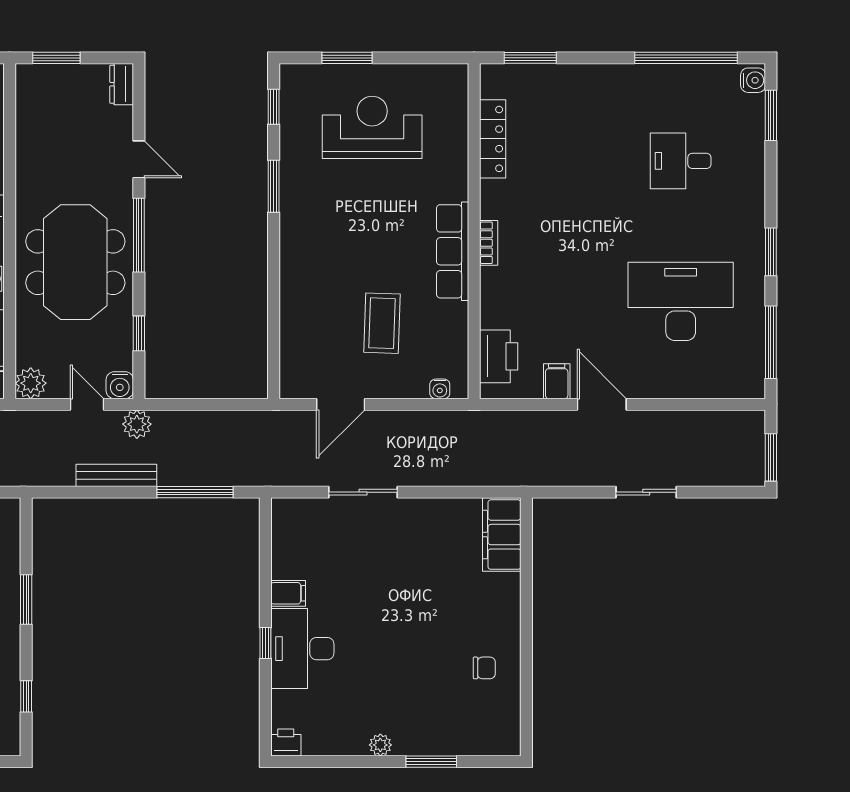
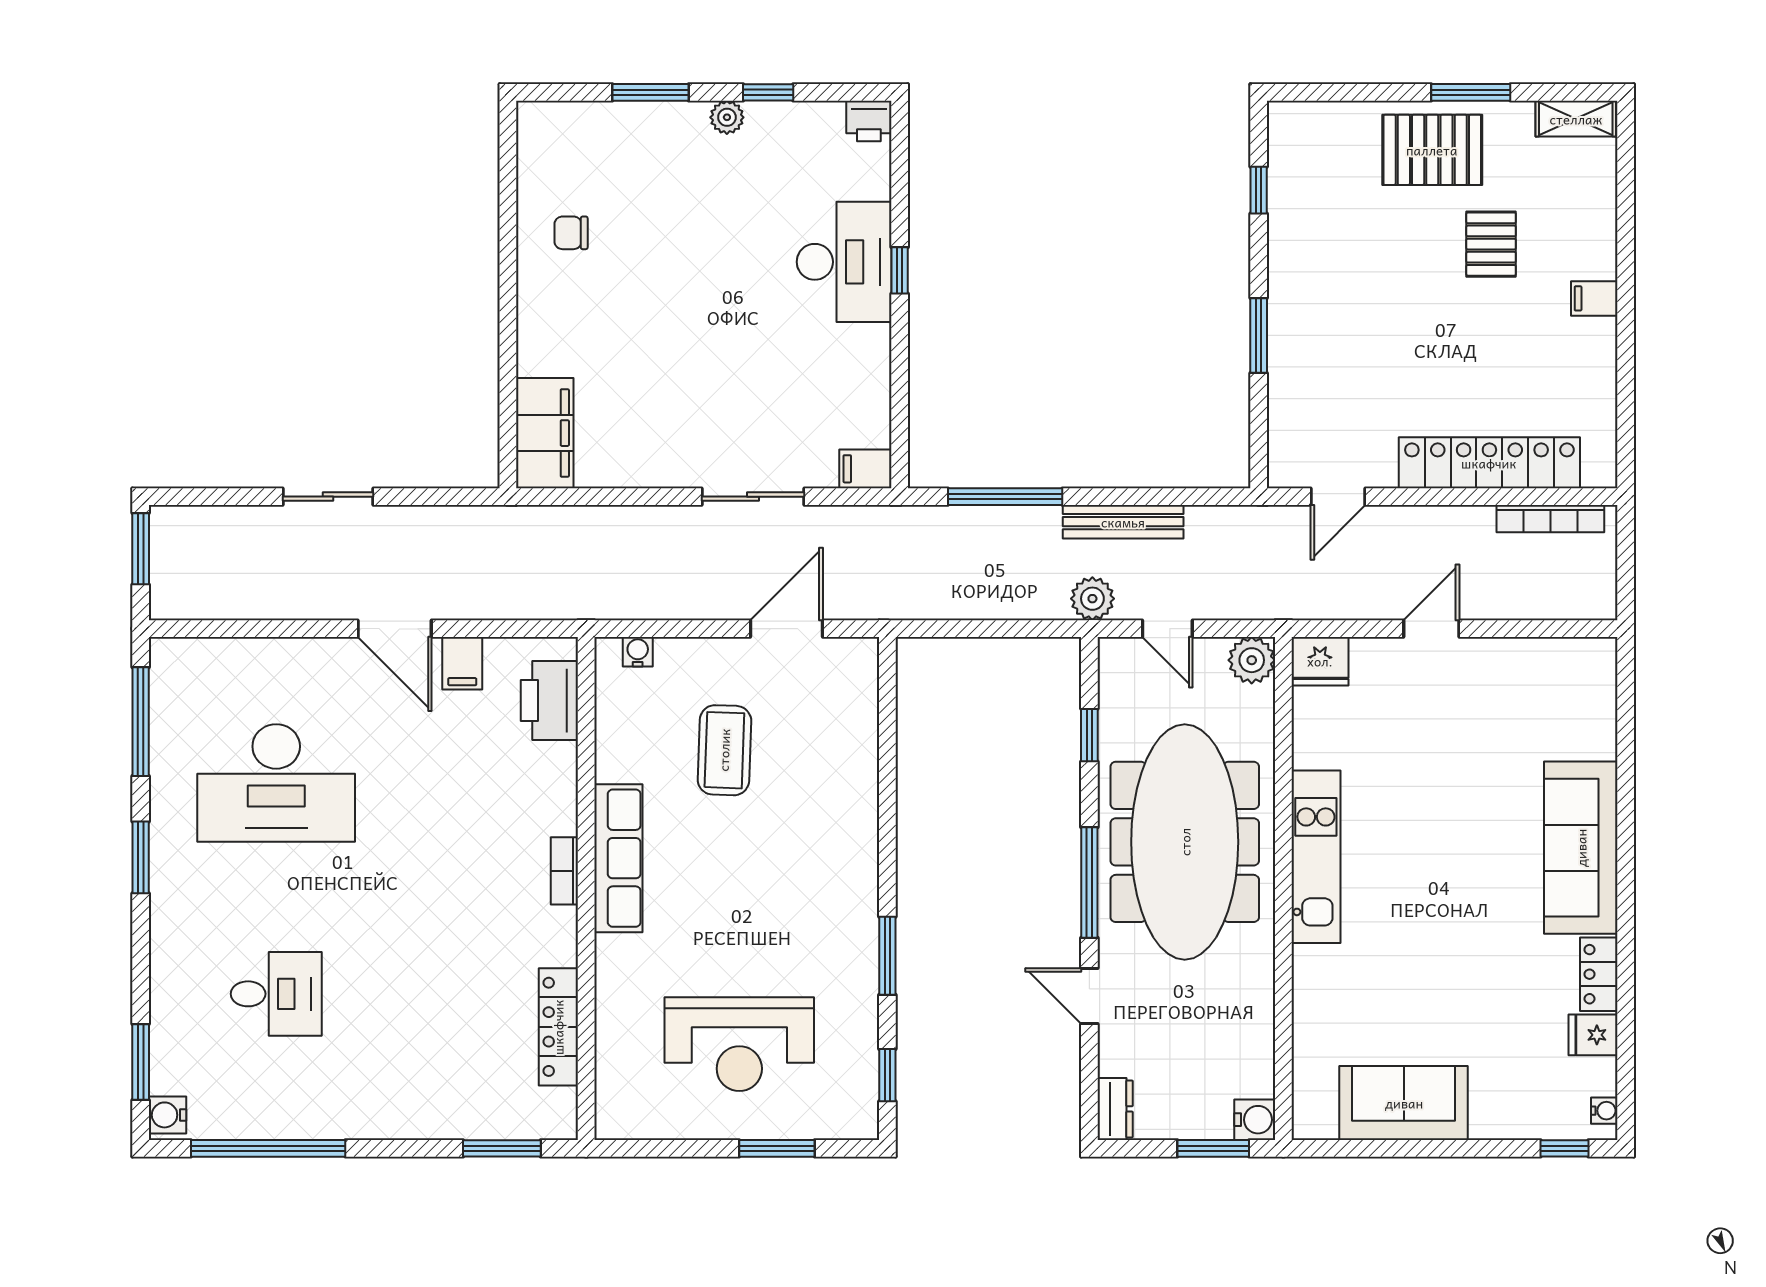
meeting table: (75, 262) -> (1185, 842), width x1.36
water cooler: (120, 385) -> (1255, 1120), moved, turned 90
filing cabinet: (288, 593) -> (865, 469), moved
window: (353, 762) -> (768, 92), added

